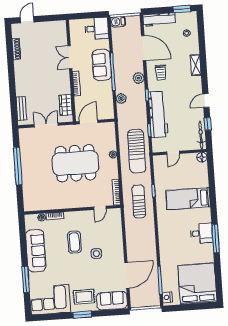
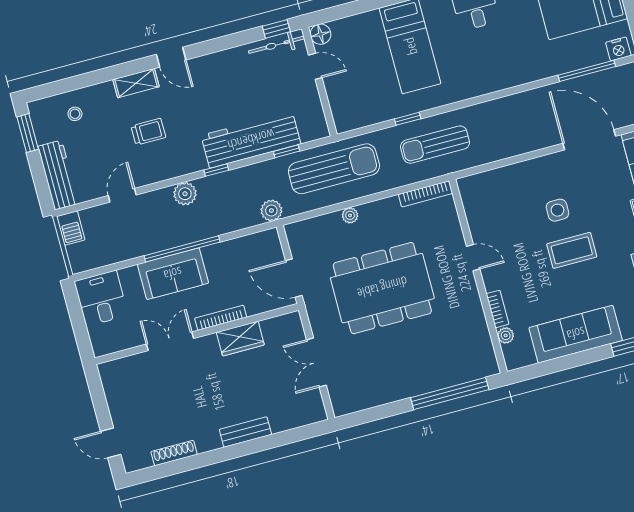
barbecue: (118, 22) -> (71, 228), moved
door: (144, 48) -> (122, 195), width x0.53
double door: (70, 57) -> (170, 341), swing flipped
trolley: (161, 72) -> (148, 132), moved
plant: (121, 98) -> (271, 211), moved
door: (206, 101) -> (171, 57), moved
wardrobe: (66, 105) -> (240, 339), moved
bench: (21, 109) -> (245, 432), moved
window: (208, 124) -> (276, 29), moved
door: (173, 153) -> (315, 66), moved
dining table: (75, 163) -> (382, 288), turned 90
window: (18, 166) -> (450, 394), moved
door: (100, 208) -> (473, 258), moved
coffee table: (74, 242) -> (572, 250), moved

